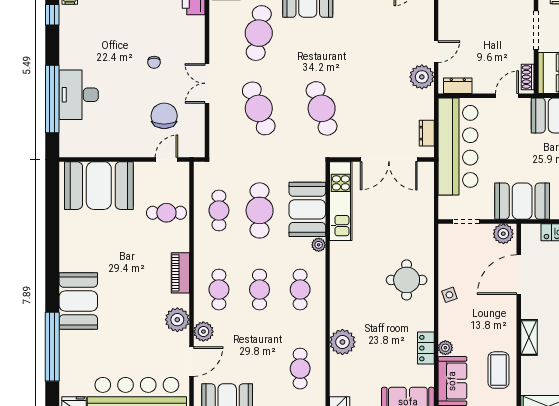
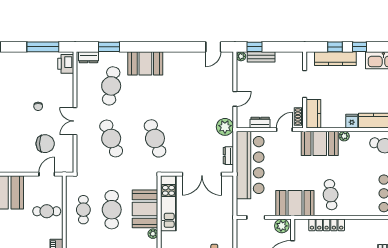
plant: (422, 77) -> (225, 127), moved
dresser: (458, 86) -> (260, 123), moved
chair: (164, 116) -> (45, 144), turned 90

